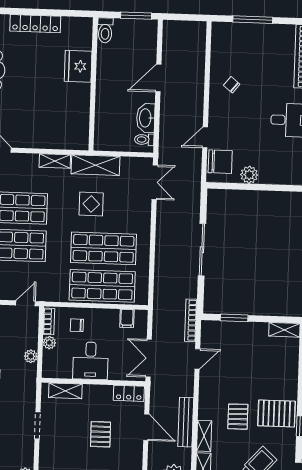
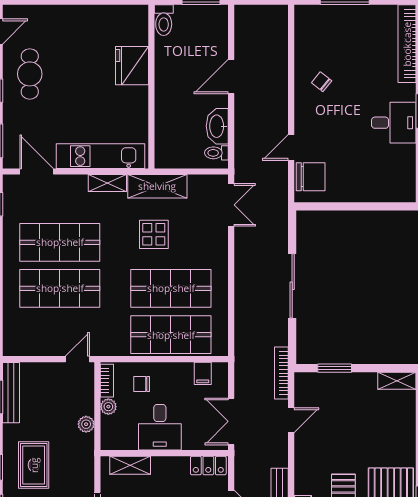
locker: (35, 24) -> (77, 15), removed
kitchen unit: (50, 139) -> (100, 156), added
plant: (249, 175) -> (347, 192), removed

